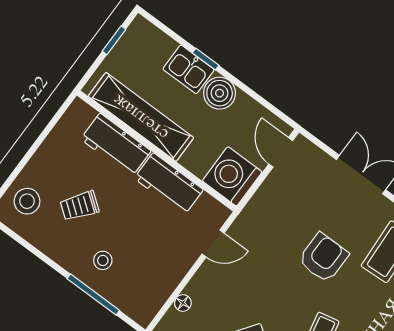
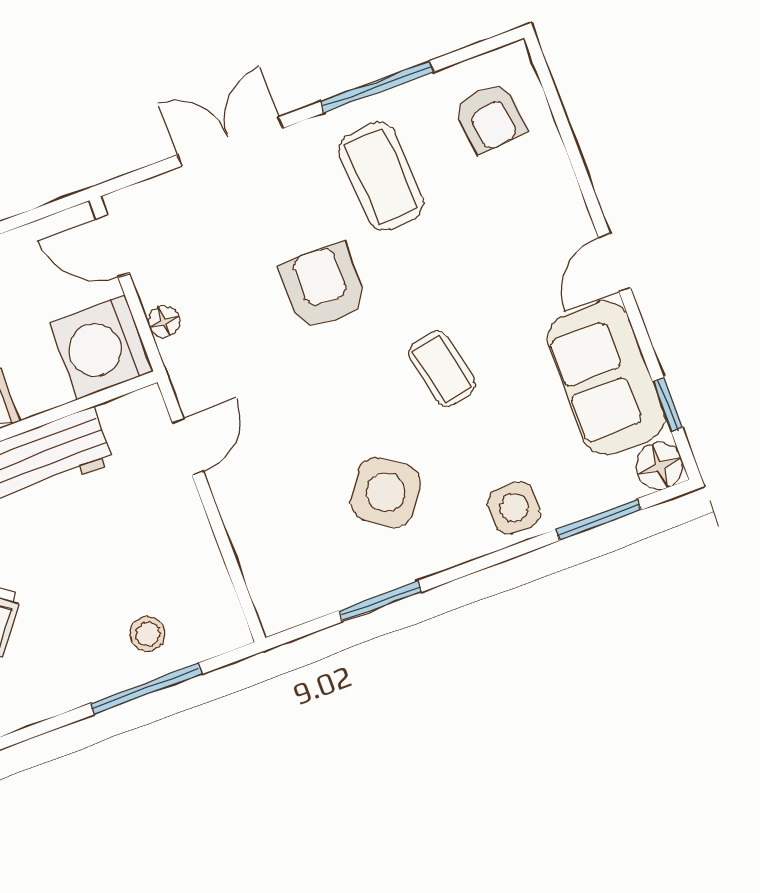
stool: (103, 260) -> (148, 634), moved
floor lamp: (183, 303) -> (164, 322), moved

